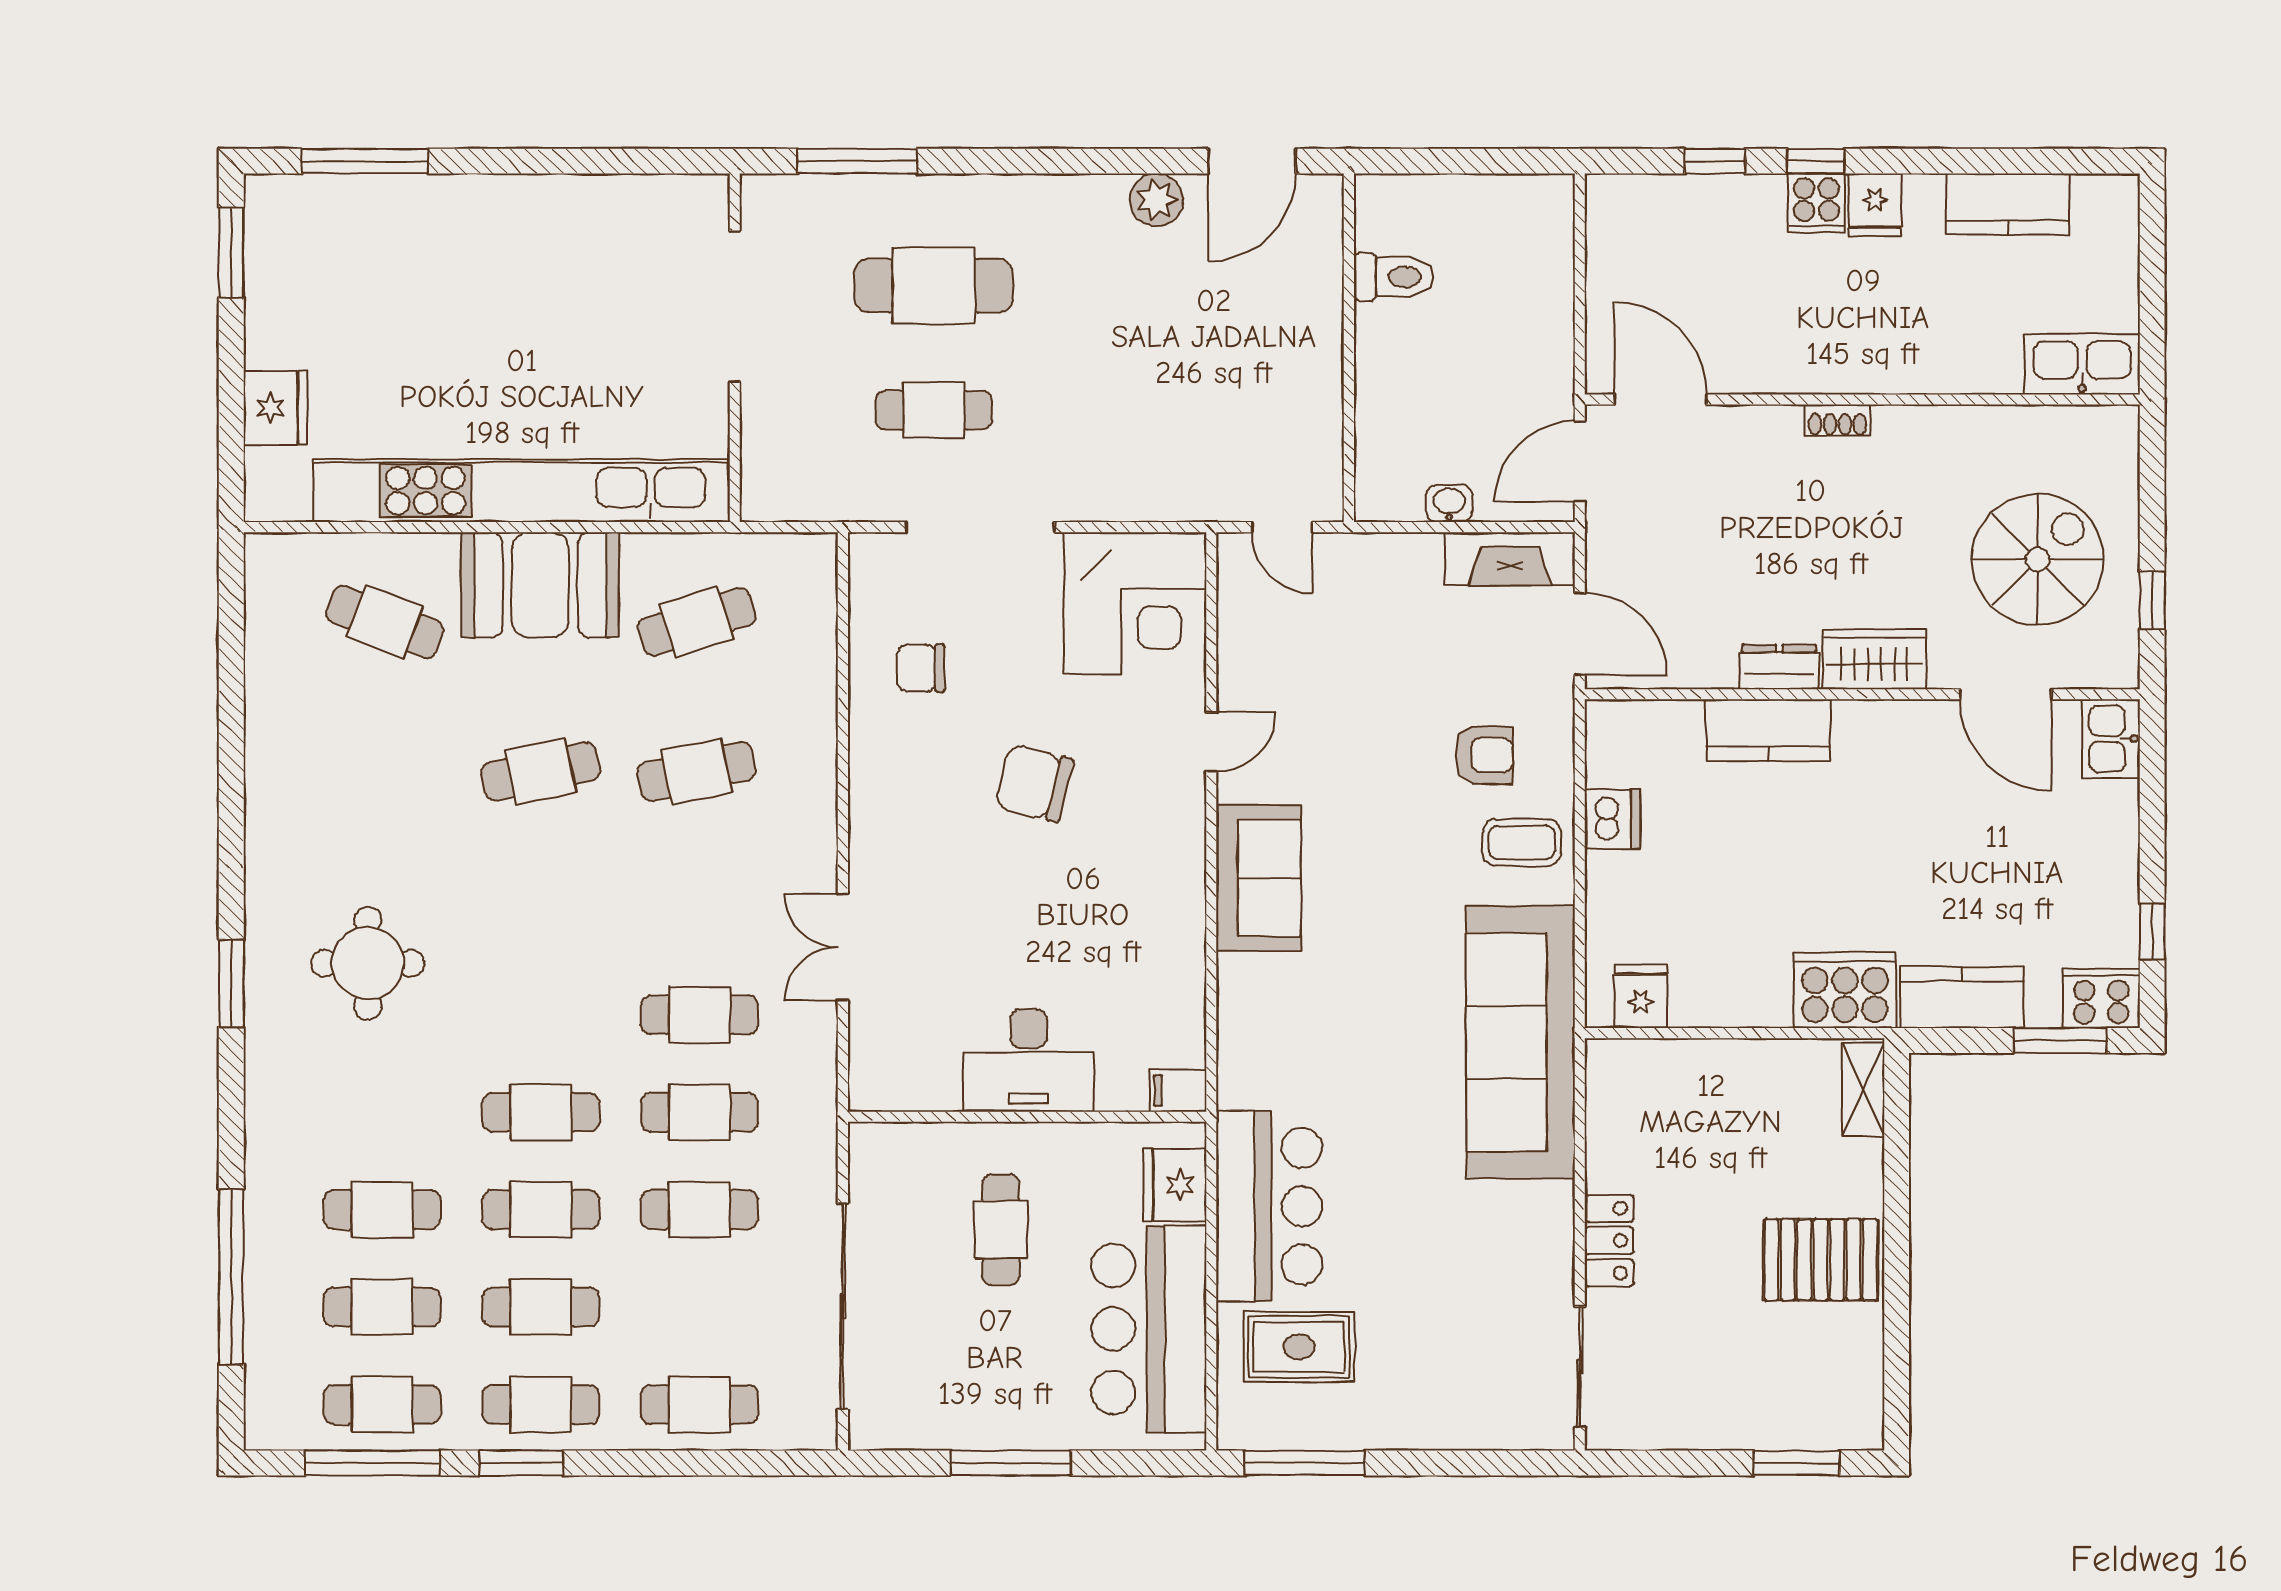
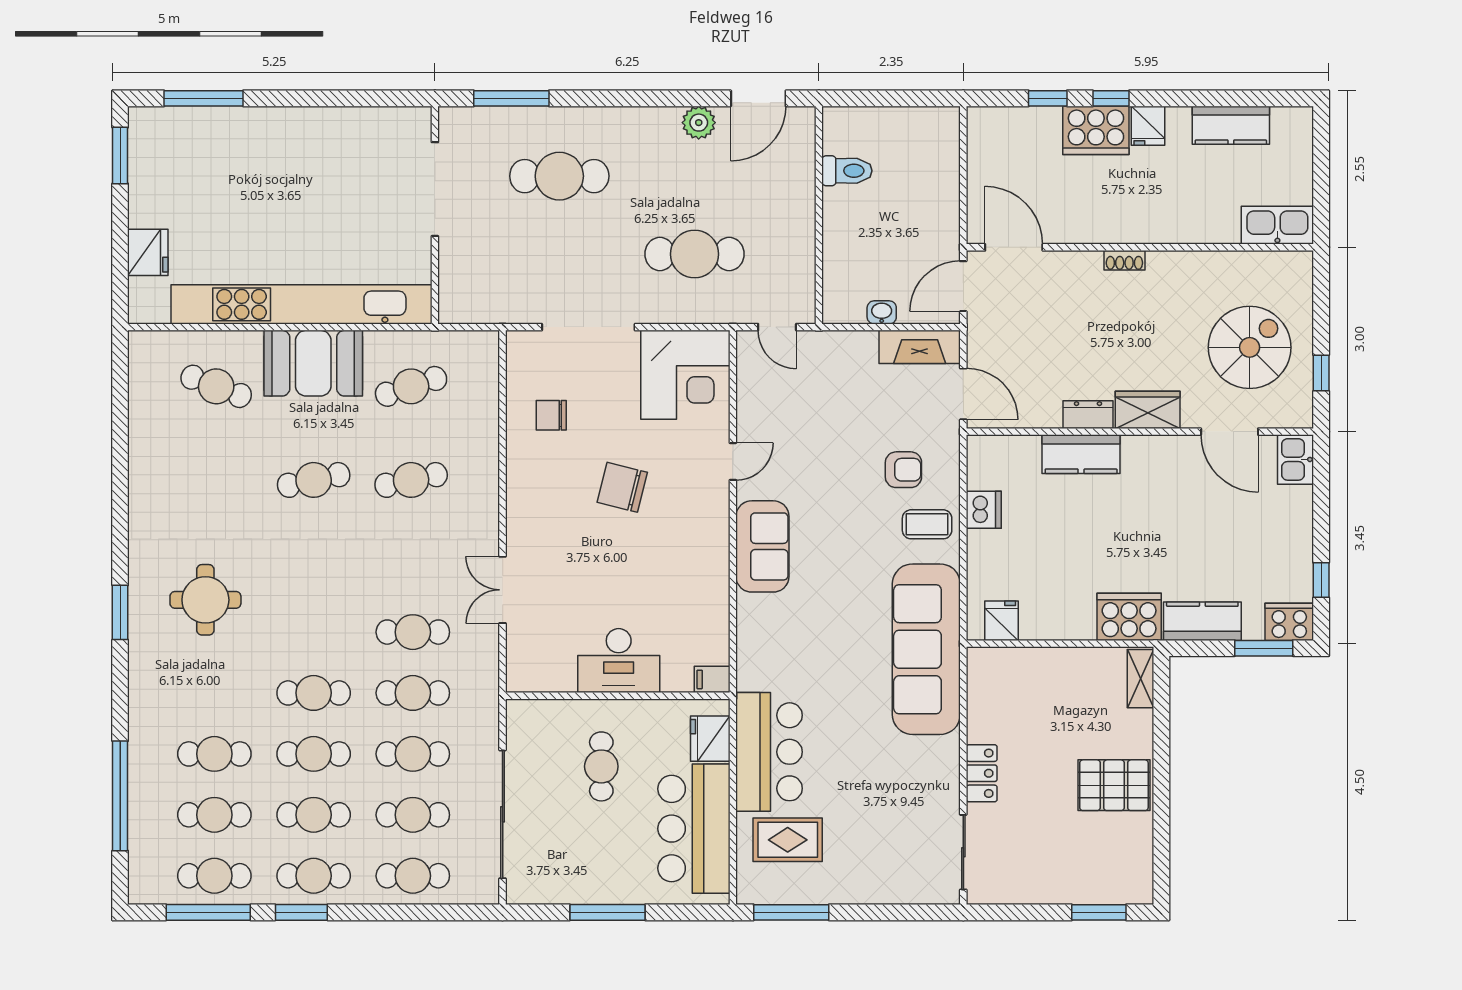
cooker: (1816, 203) -> (1096, 130), width x1.87, depth x1.31
cafe table: (934, 410) -> (695, 254), moved, width x1.37, depth x1.35
cafe table: (699, 1307) -> (413, 815), added

